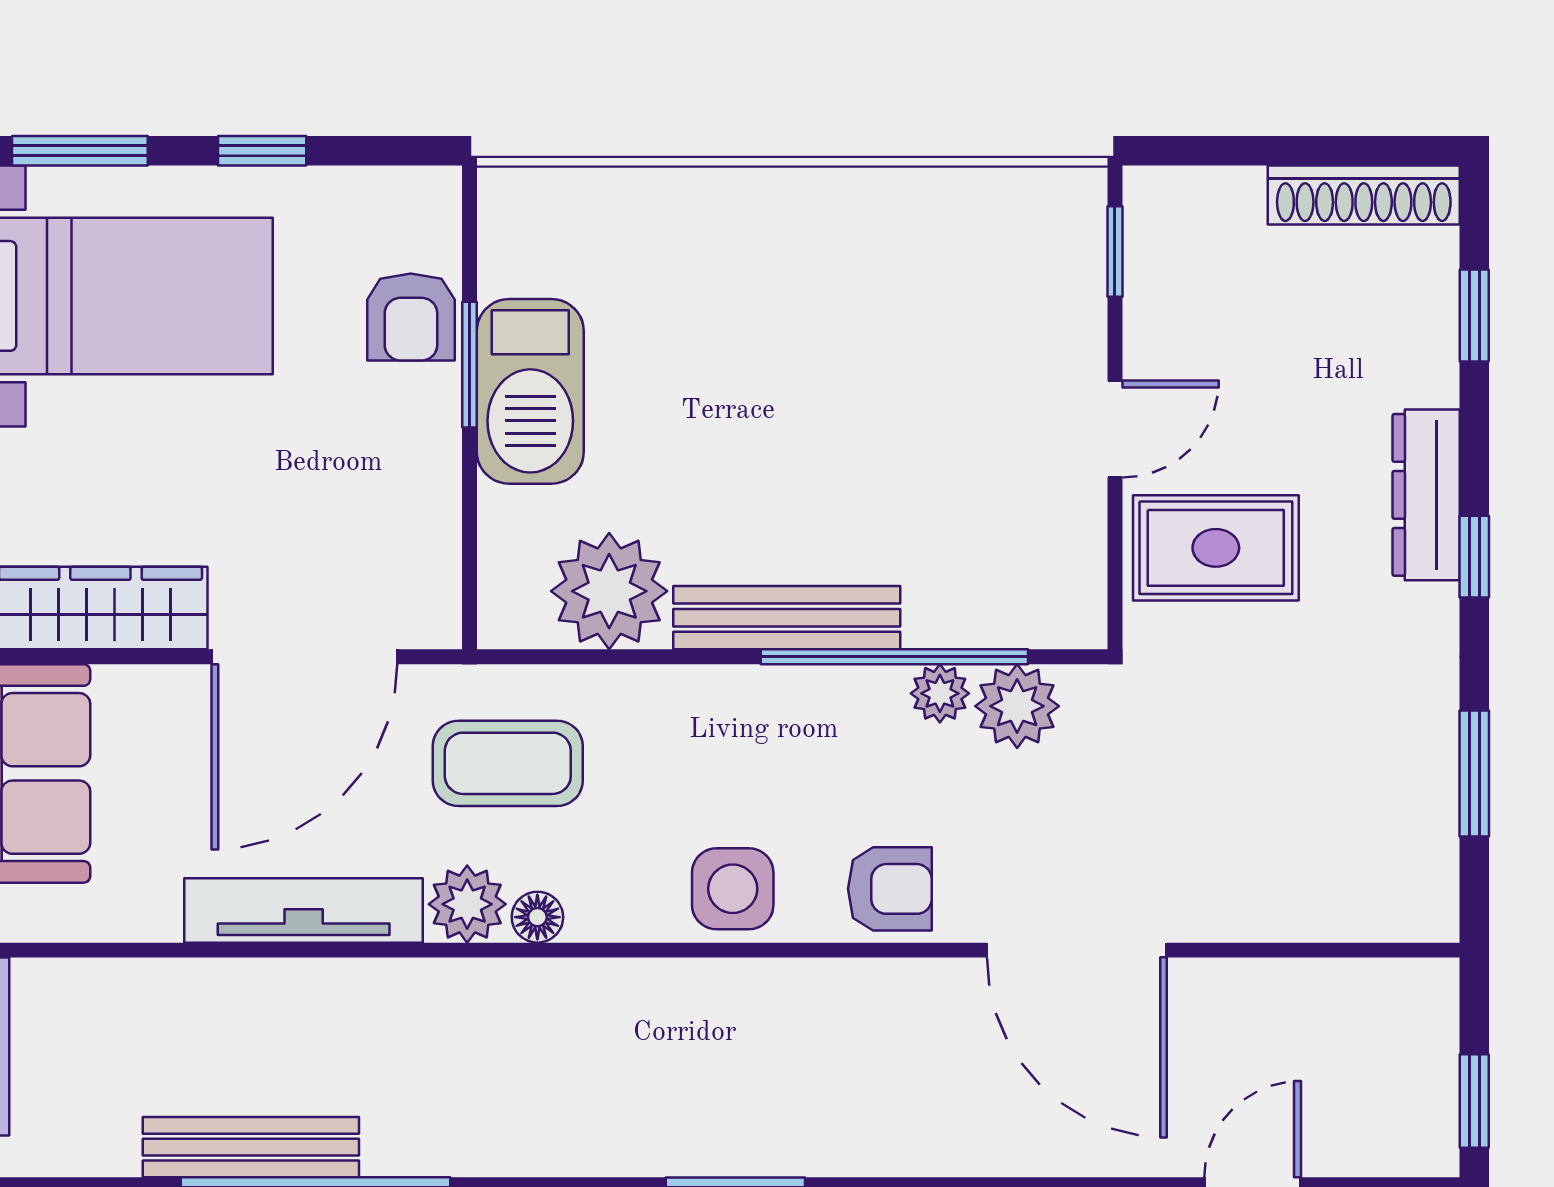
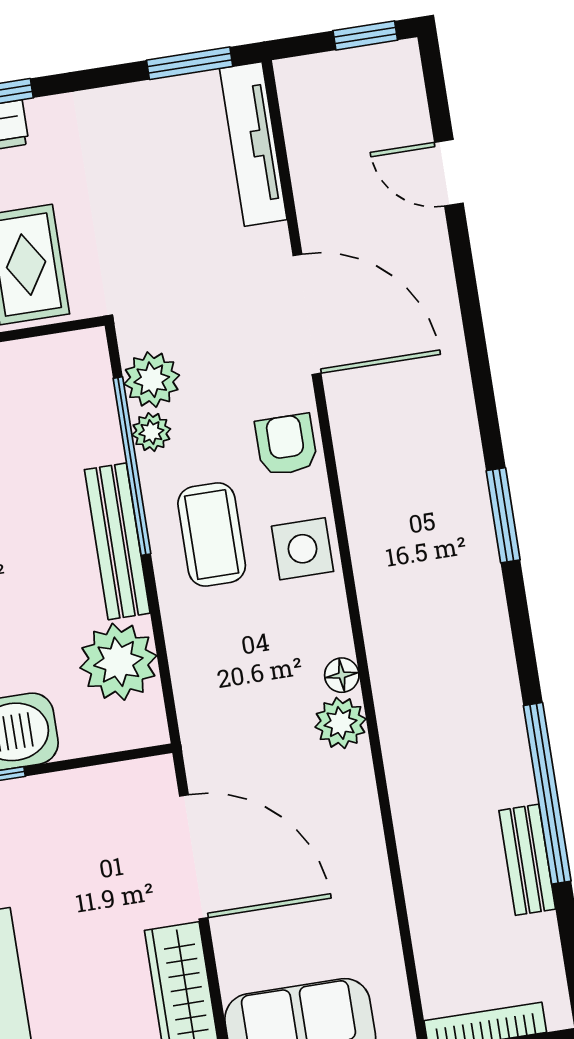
coffee table: (508, 763) -> (212, 534), moved
window: (1474, 774) -> (190, 63), moved
tv unit: (304, 910) -> (253, 144), moved
door: (1077, 950) -> (307, 314), hinge flipped
bench: (251, 1147) -> (527, 860), width x0.73

